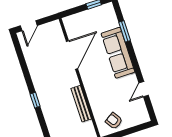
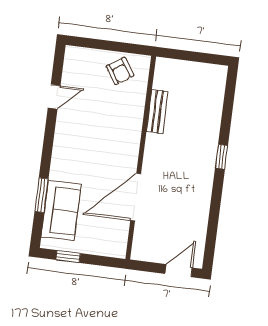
sofa: (118, 53) -> (61, 210), moved, width x0.73
bench: (81, 104) -> (157, 111), width x0.73

